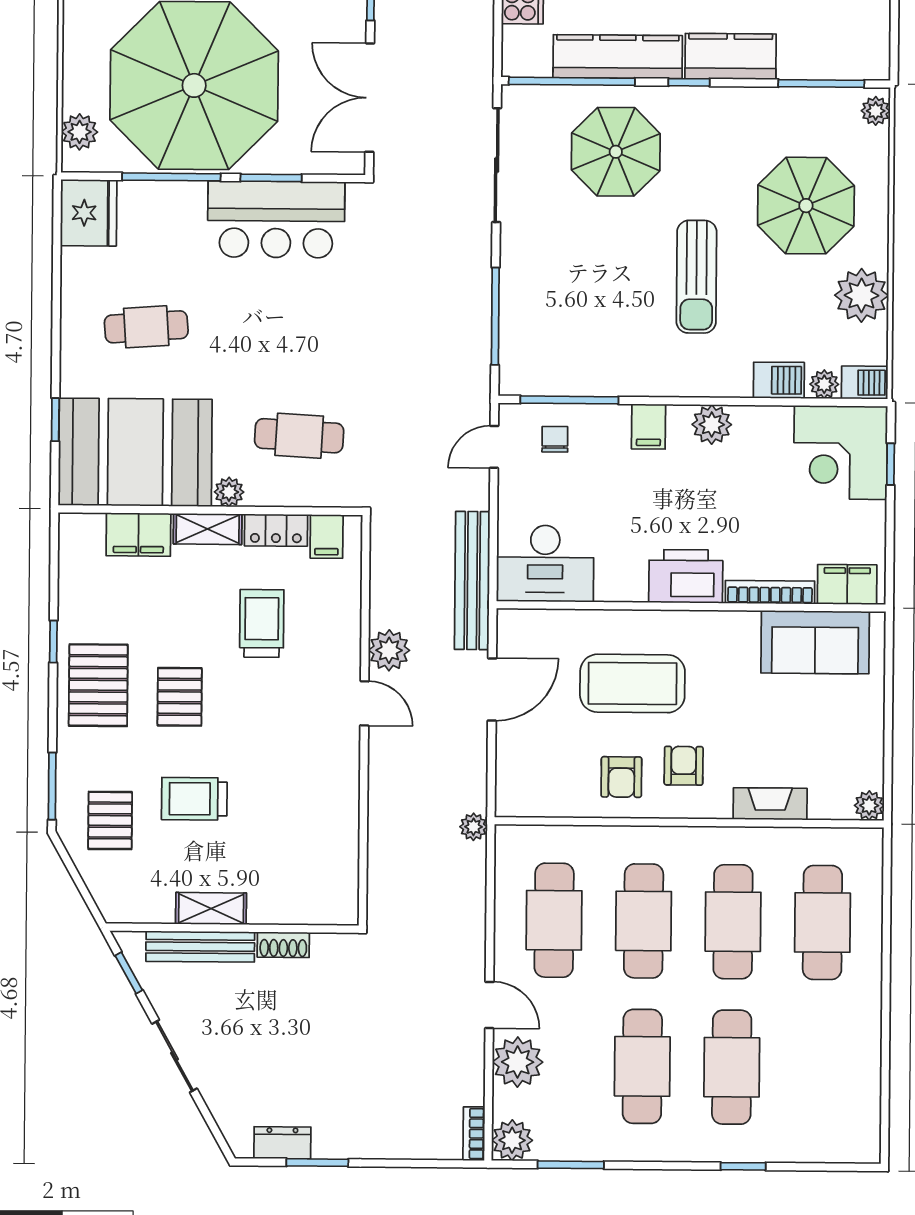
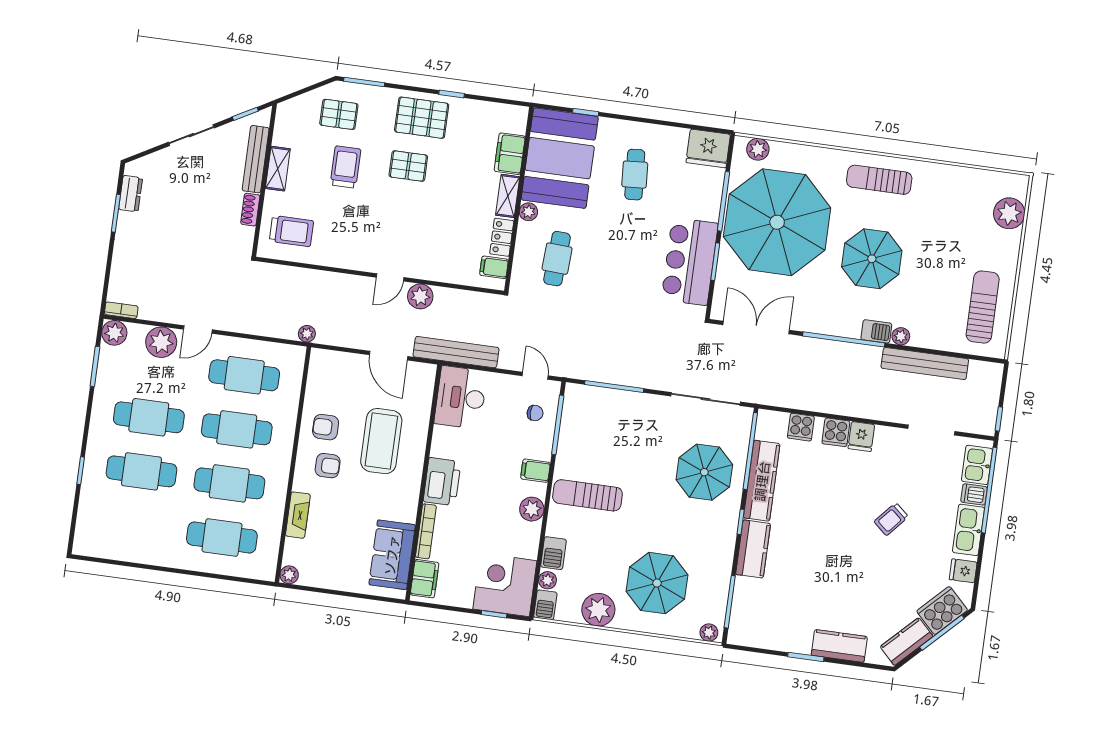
sun lounger: (697, 277) -> (587, 495), moved
trolley: (262, 623) -> (291, 231), moved

